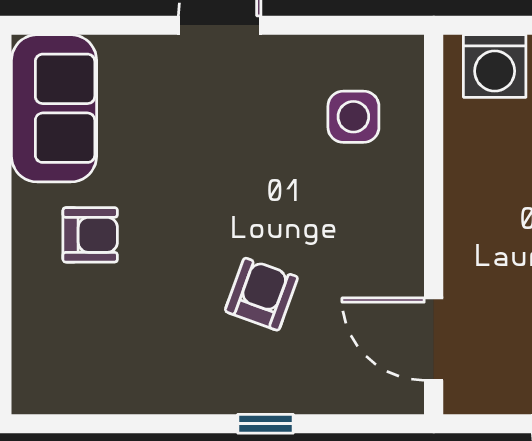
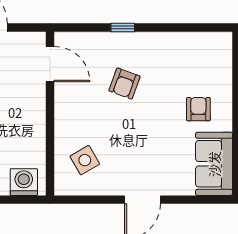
side table: (353, 117) -> (85, 160), turned -30
armchair: (90, 235) -> (198, 109), turned 90

